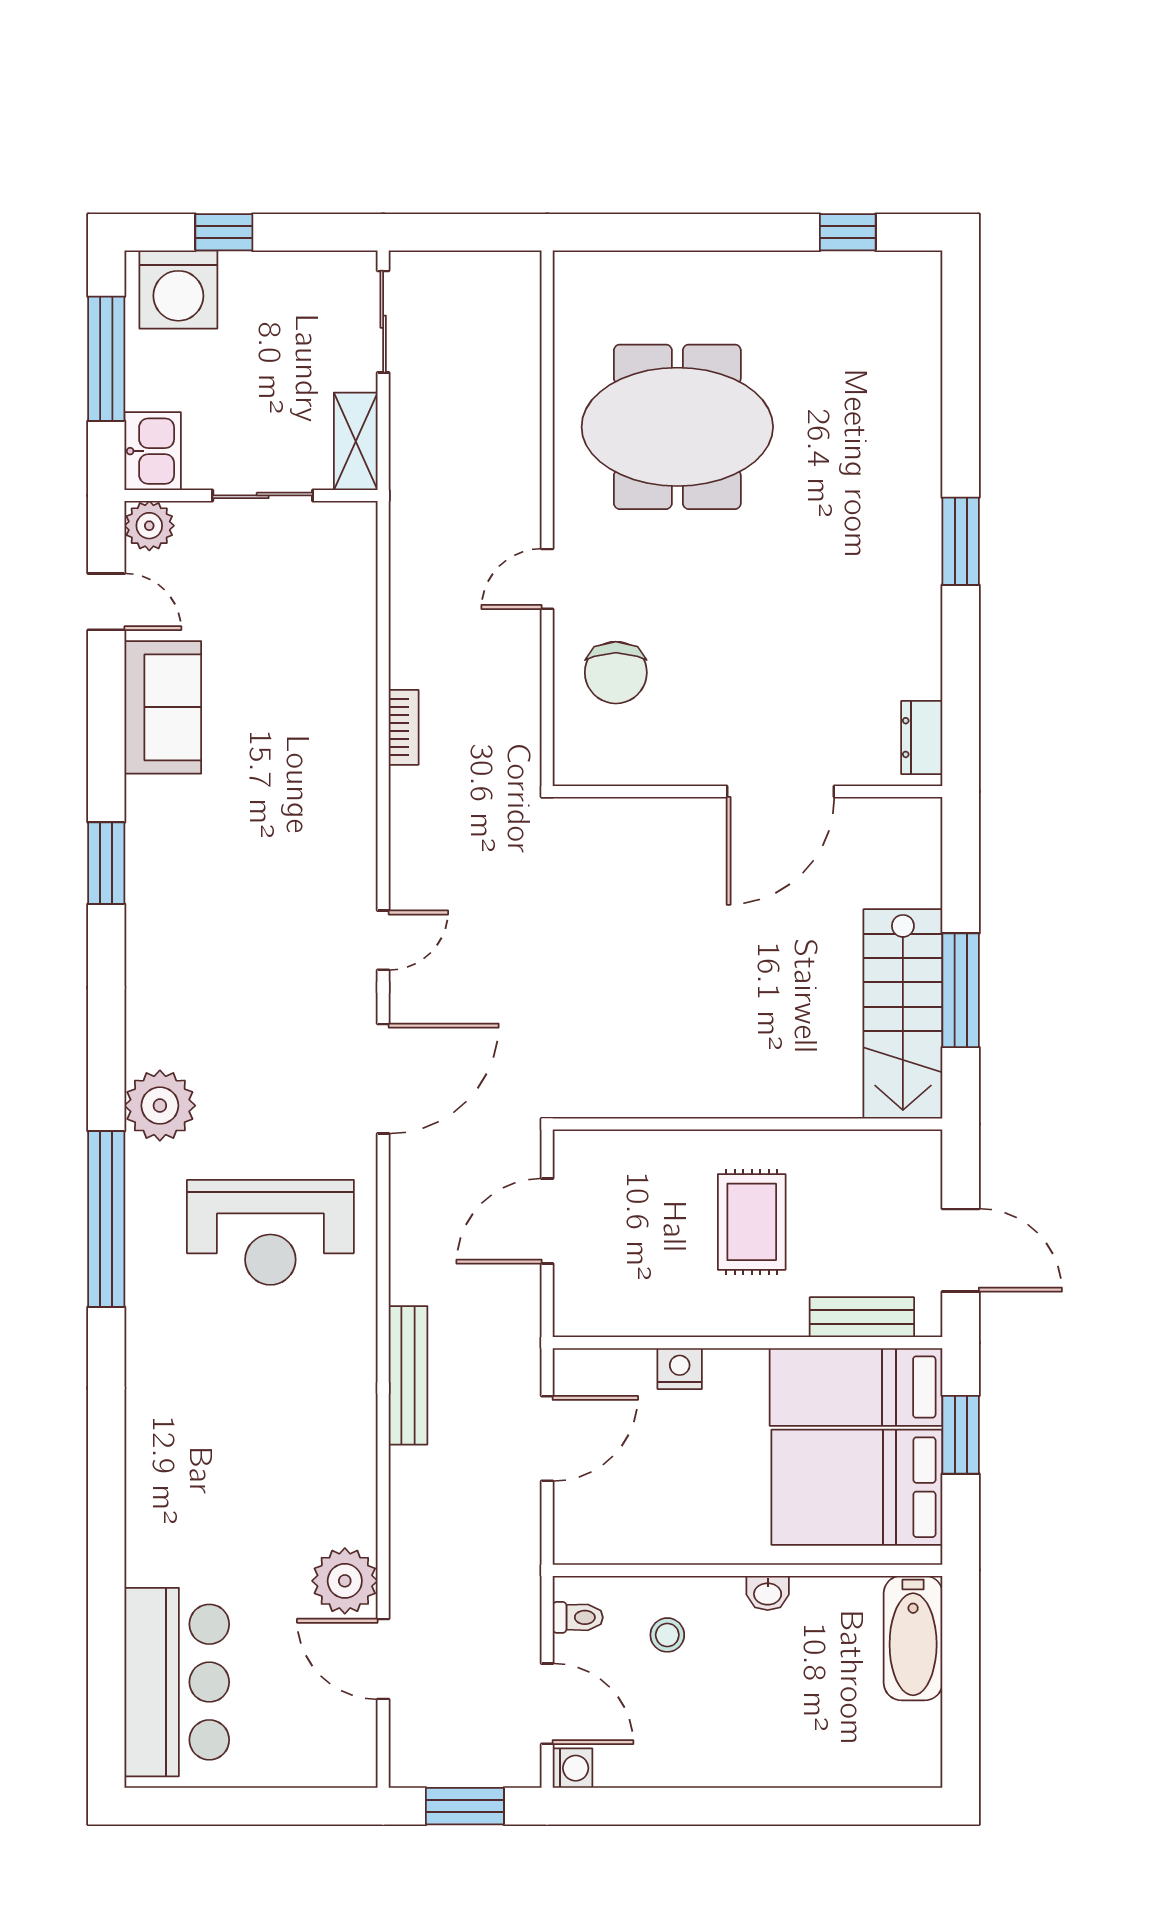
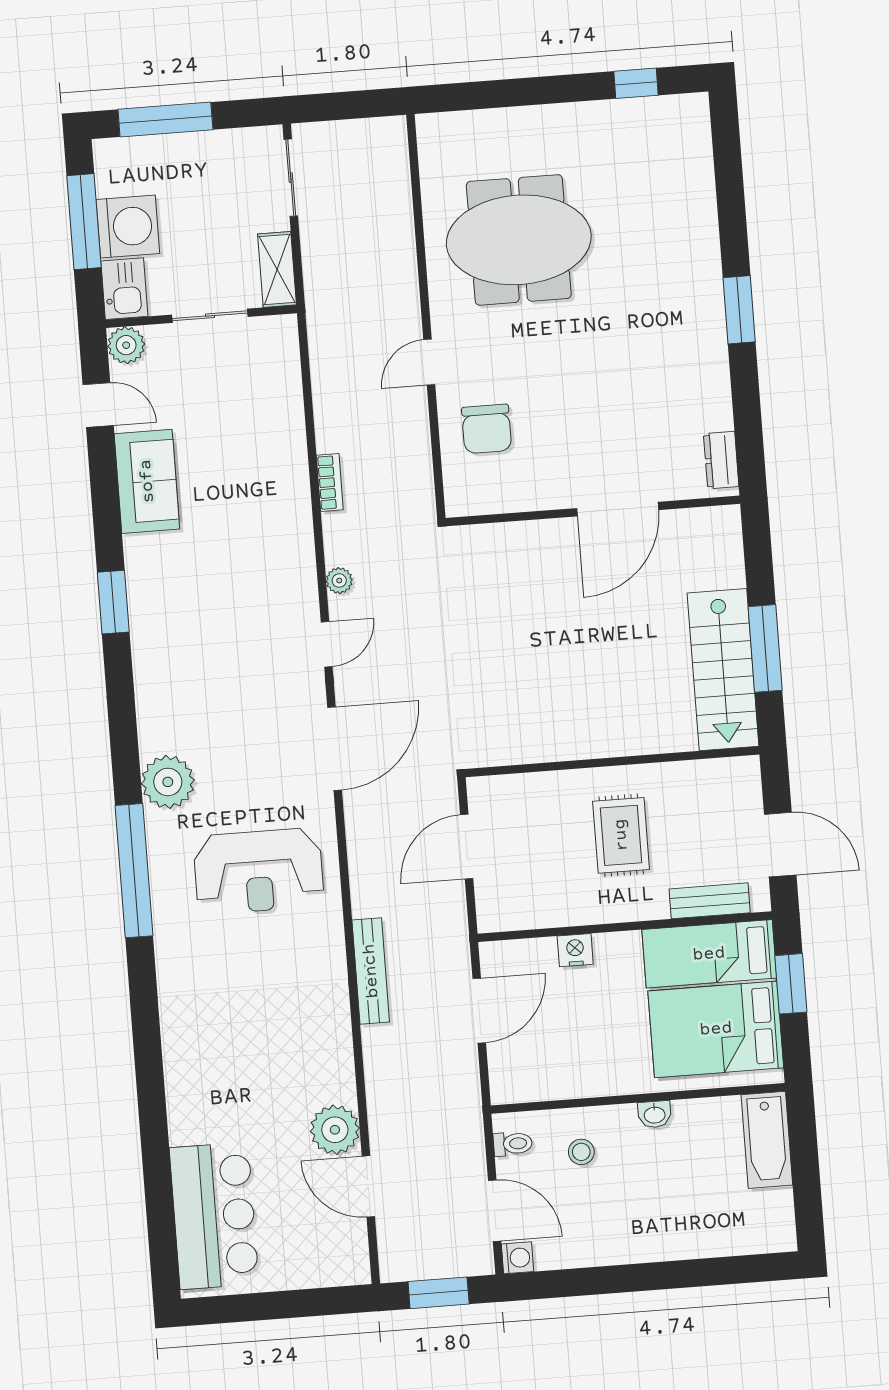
window: (224, 232) -> (165, 119), width x2.17
washing machine: (178, 290) -> (128, 226), moved, turned -90
plant: (406, 858) -> (339, 581), added

